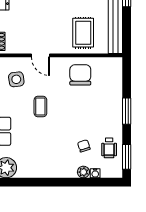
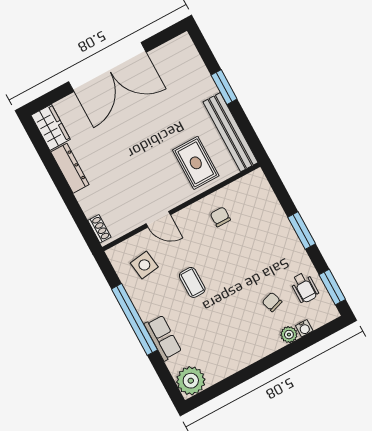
chair: (80, 75) -> (220, 217), width x0.54, depth x0.54

